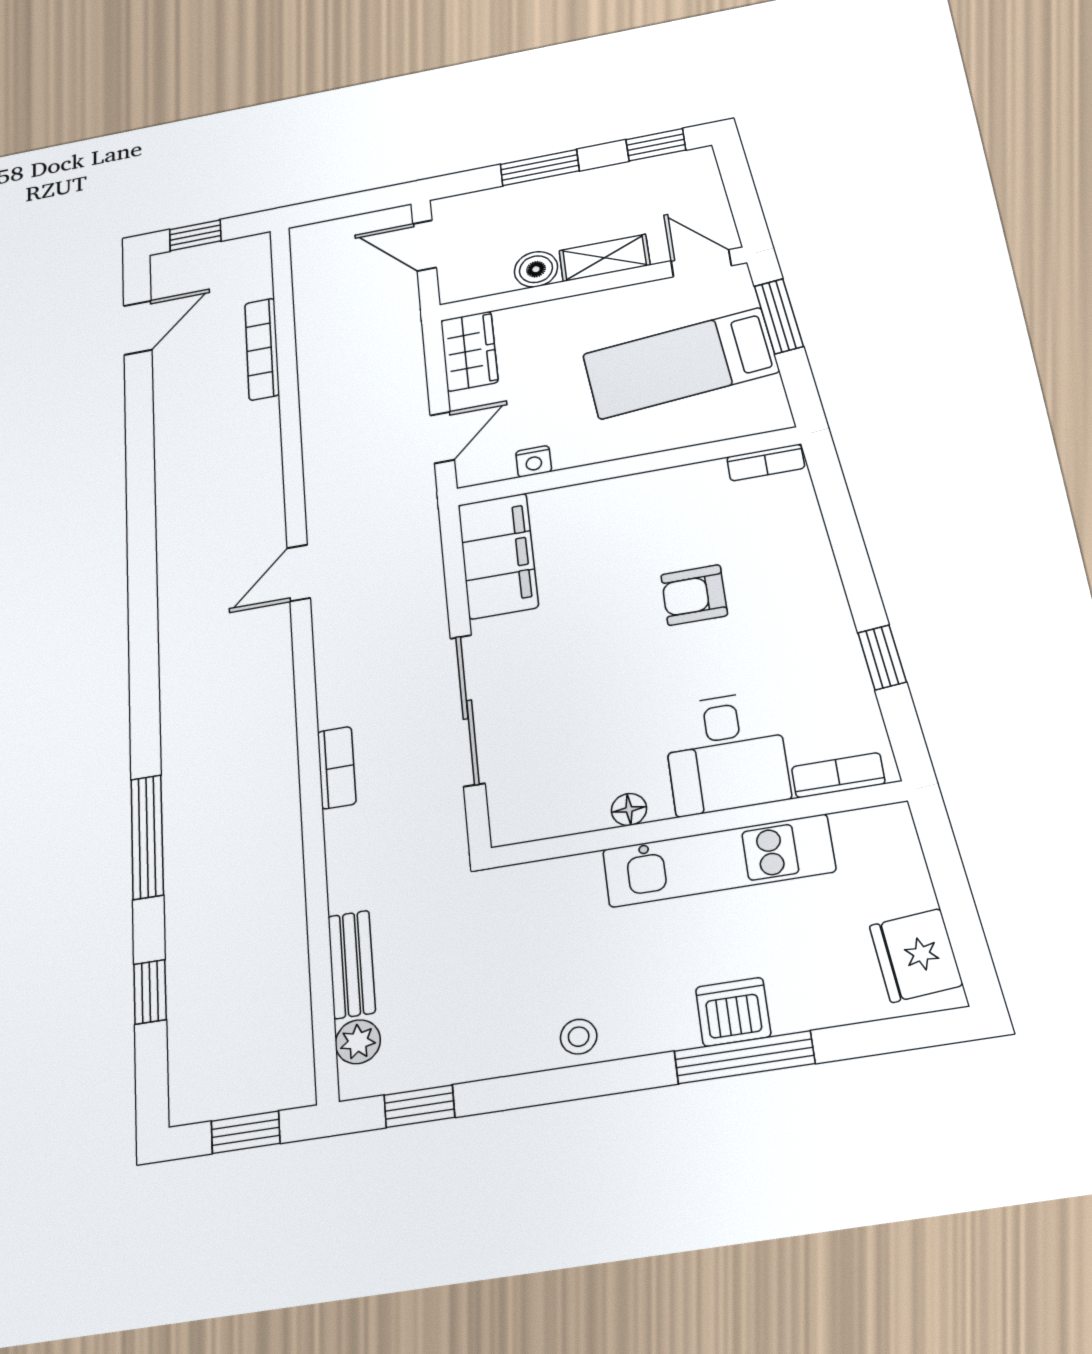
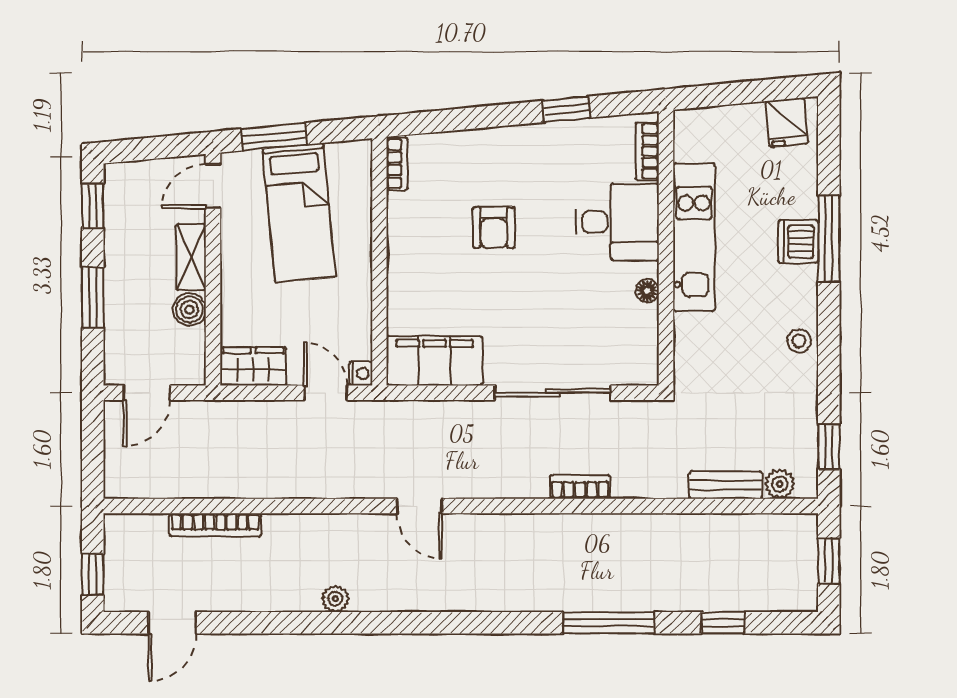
door: (138, 328) -> (172, 623), swing flipped
nightstand: (534, 461) -> (361, 373), moved
plant: (172, 498) -> (335, 599), added
fridge: (916, 955) -> (787, 122), width x0.72

